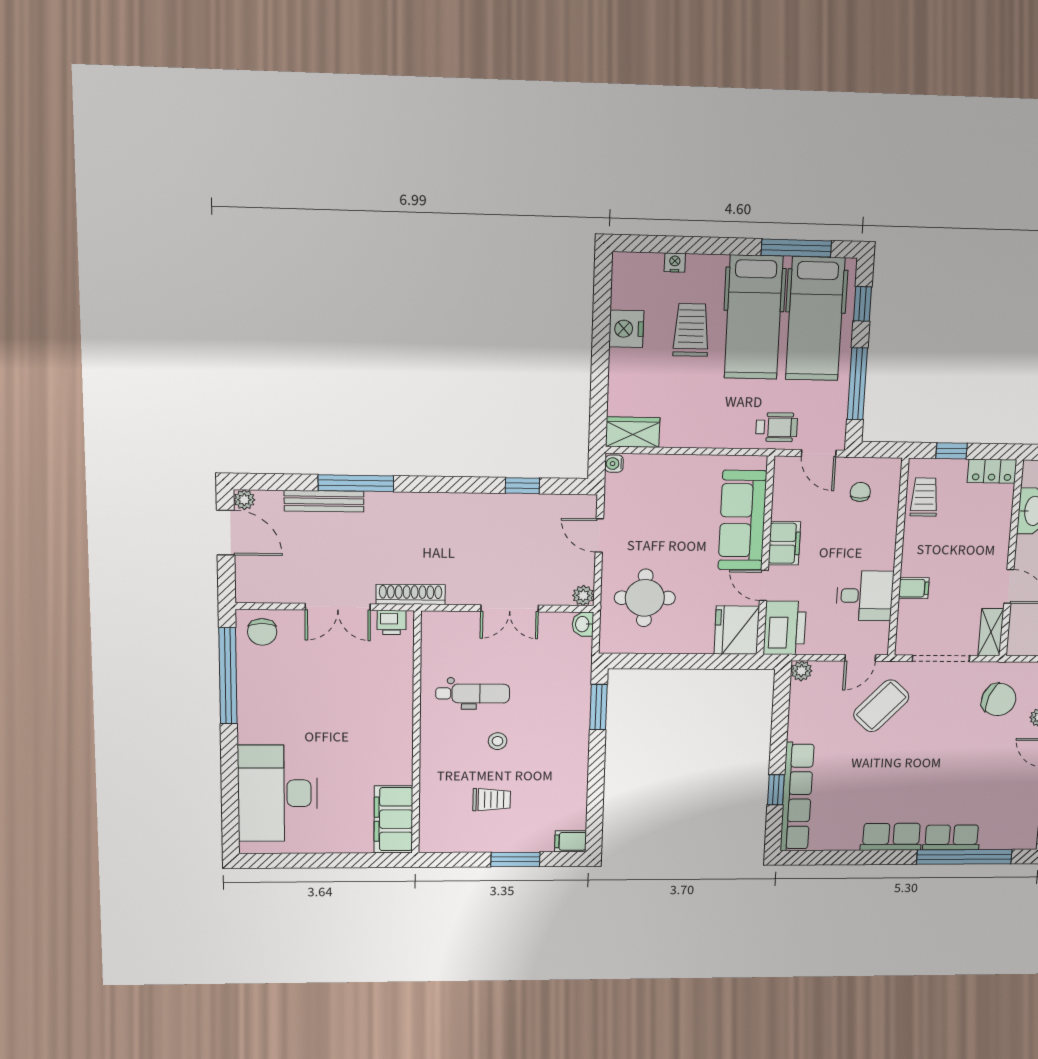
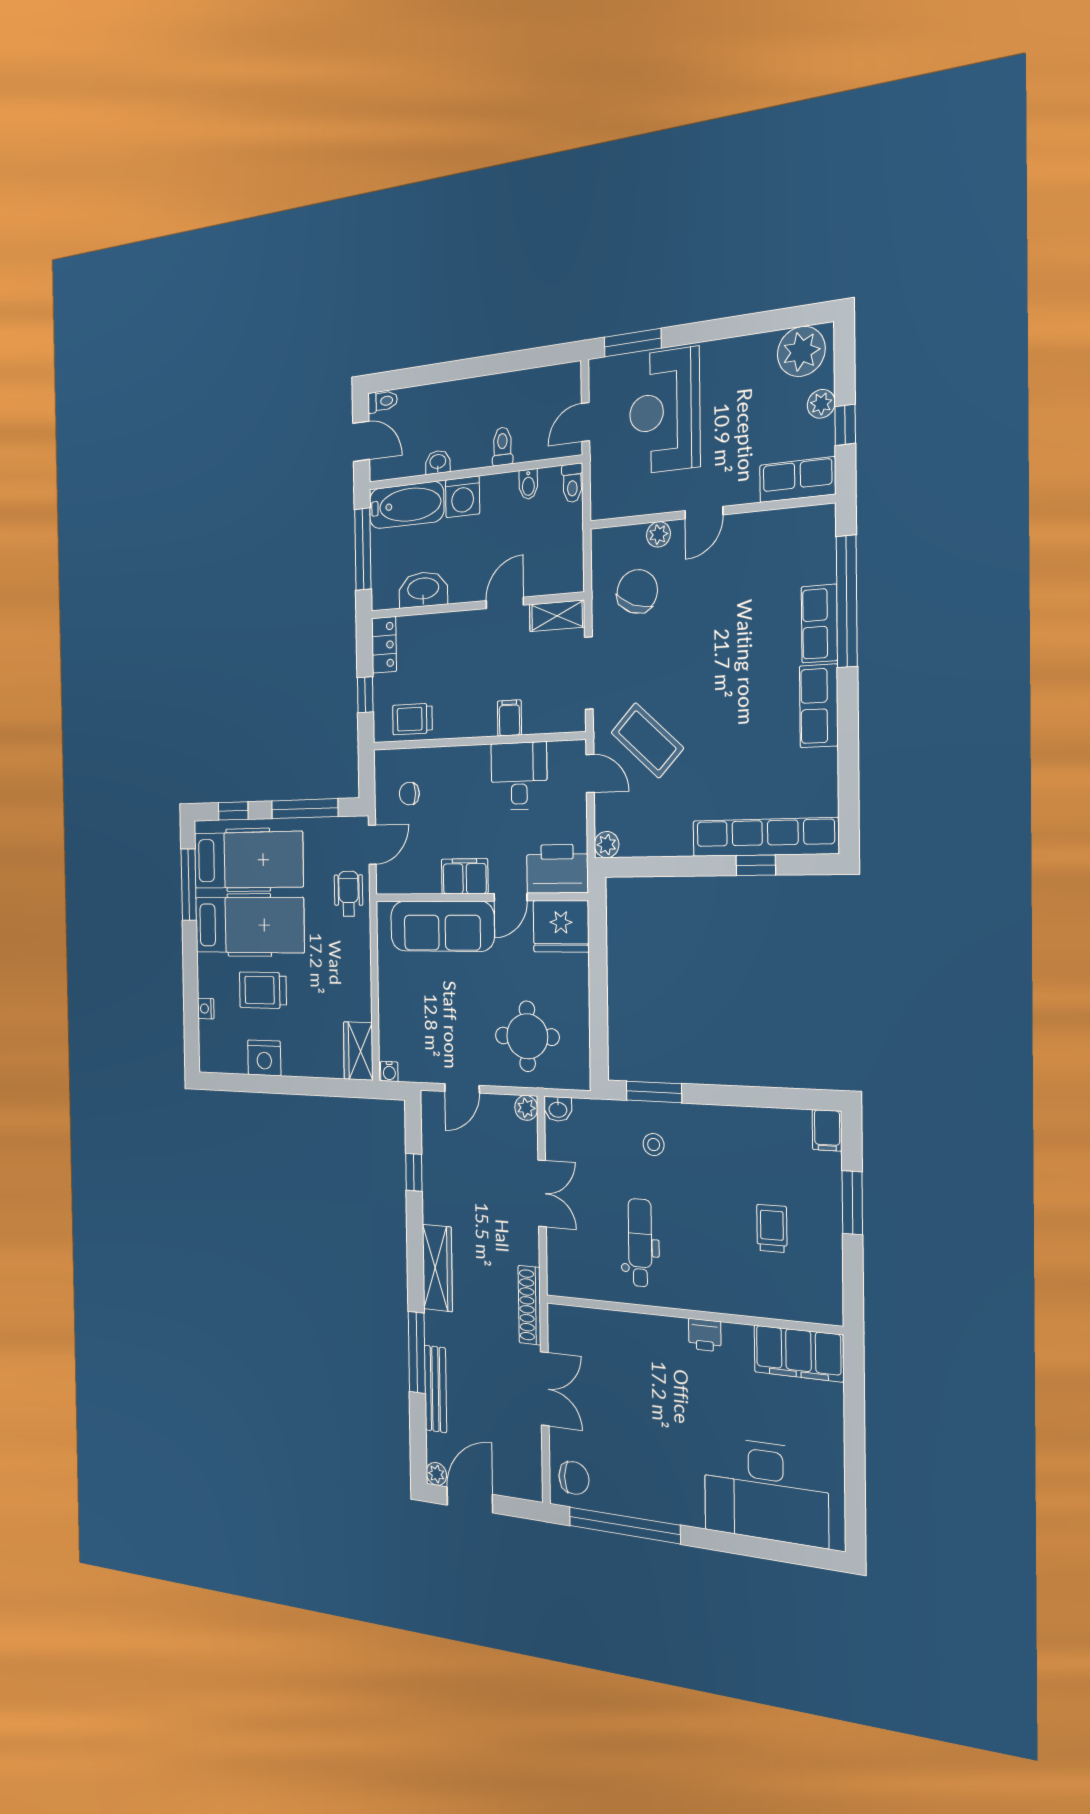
wardrobe: (436, 507) -> (437, 1268), added
printer: (392, 623) -> (705, 1335), moved, turned 90
stool: (498, 741) -> (654, 1145), moved

